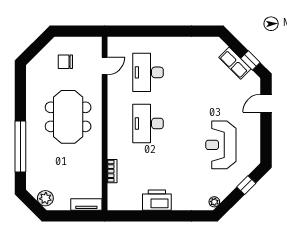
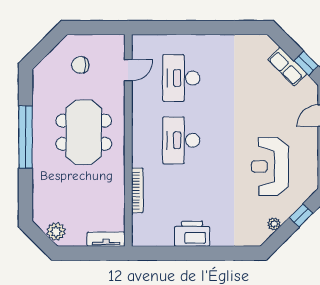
window: (20, 146) -> (26, 137), moved
bookcase: (112, 171) -> (137, 190), width x1.56
plant: (214, 202) -> (274, 224), moved

